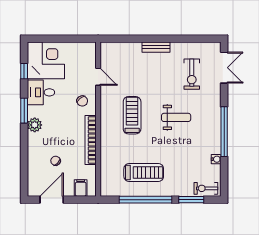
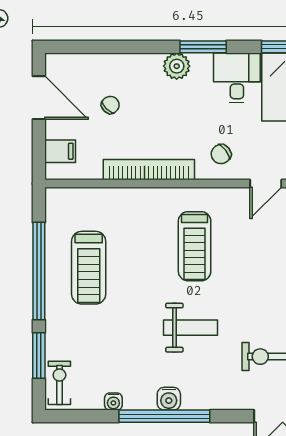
treadmill: (132, 115) -> (195, 246), turned 90
weight bench: (176, 117) -> (191, 328), turned -90
water cooler: (215, 129) -> (169, 399), added

